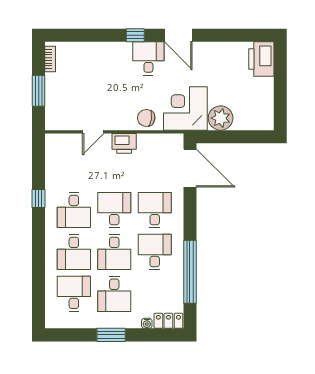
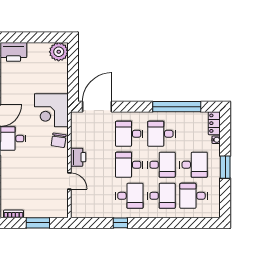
plant: (221, 118) -> (59, 52), moved

